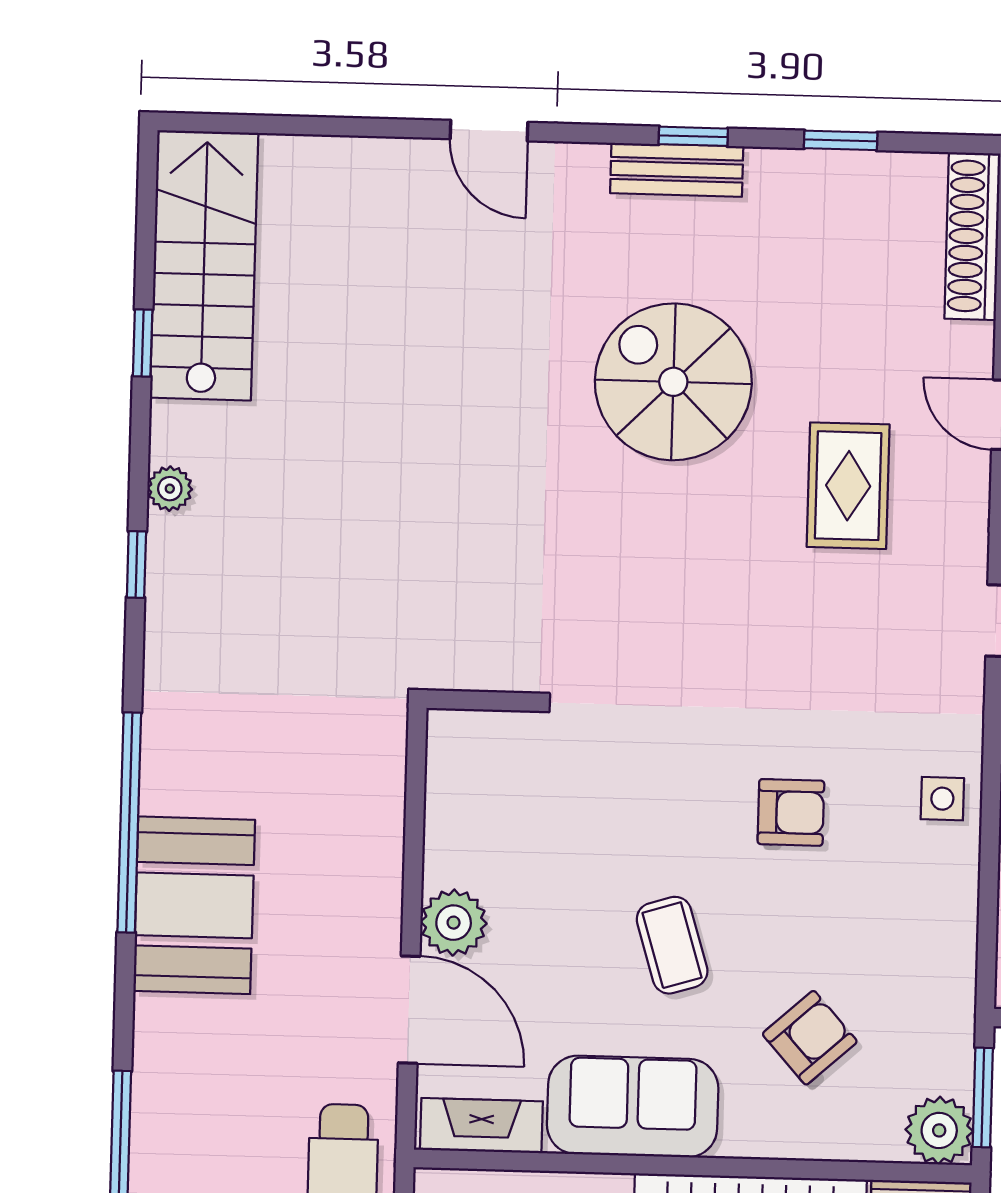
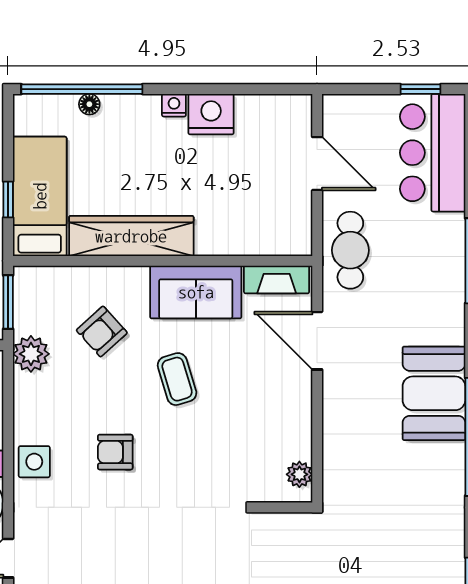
side table: (942, 799) -> (34, 462), width x1.37, depth x1.37
plant: (454, 923) -> (299, 474), moved, width x0.73, depth x0.73
plant: (939, 1130) -> (31, 354), moved

